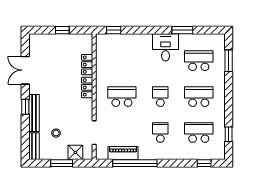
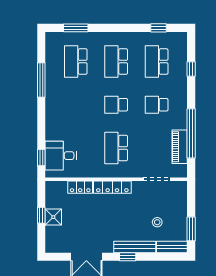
window: (182, 30) -> (41, 80), width x1.44
desk: (166, 47) -> (61, 156), moved
locker: (87, 87) -> (112, 187), width x1.53
shower: (75, 152) -> (53, 217), moved
window: (62, 163) -> (191, 229), moved
window: (204, 163) -> (191, 69), moved

